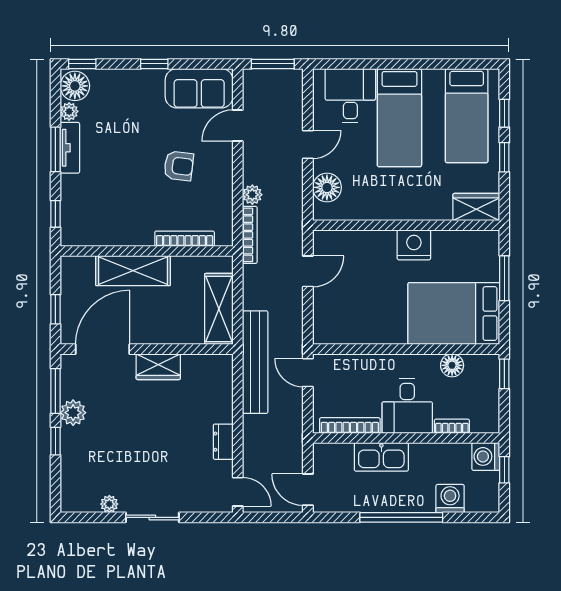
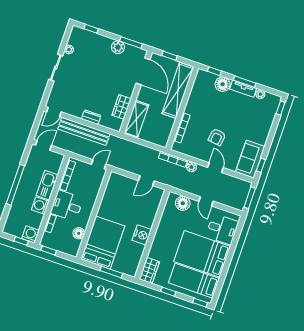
window: (154, 64) -> (261, 165), moved
floor lamp: (75, 86) -> (223, 84), moved
window: (504, 113) -> (200, 303), moved
bed: (399, 118) -> (202, 254), width x1.50
door: (238, 125) -> (215, 168), moved
shelving: (133, 271) -> (178, 90), width x1.47
door: (308, 271) -> (146, 181), hinge flipped
shelving: (219, 309) -> (137, 119), moved, turned 90
bench: (255, 362) -> (84, 131), moved
wardrobe: (158, 367) -> (122, 107), moved
window: (504, 374) -> (49, 250), moved
window: (55, 441) -> (91, 29), moved
dresser: (223, 442) -> (91, 117), moved
washing machine: (450, 499) -> (40, 205), moved, turned 180

